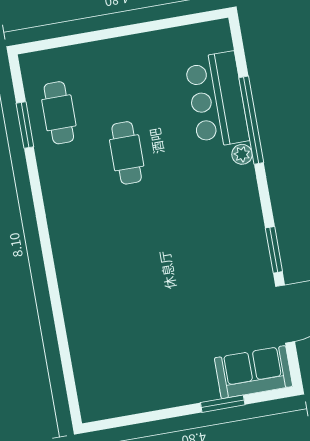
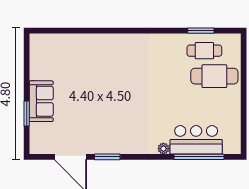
window: (251, 120) -> (199, 157), moved
cafe table: (127, 153) -> (214, 76), moved, width x1.37, depth x1.35
sofa: (254, 372) -> (41, 101), moved

